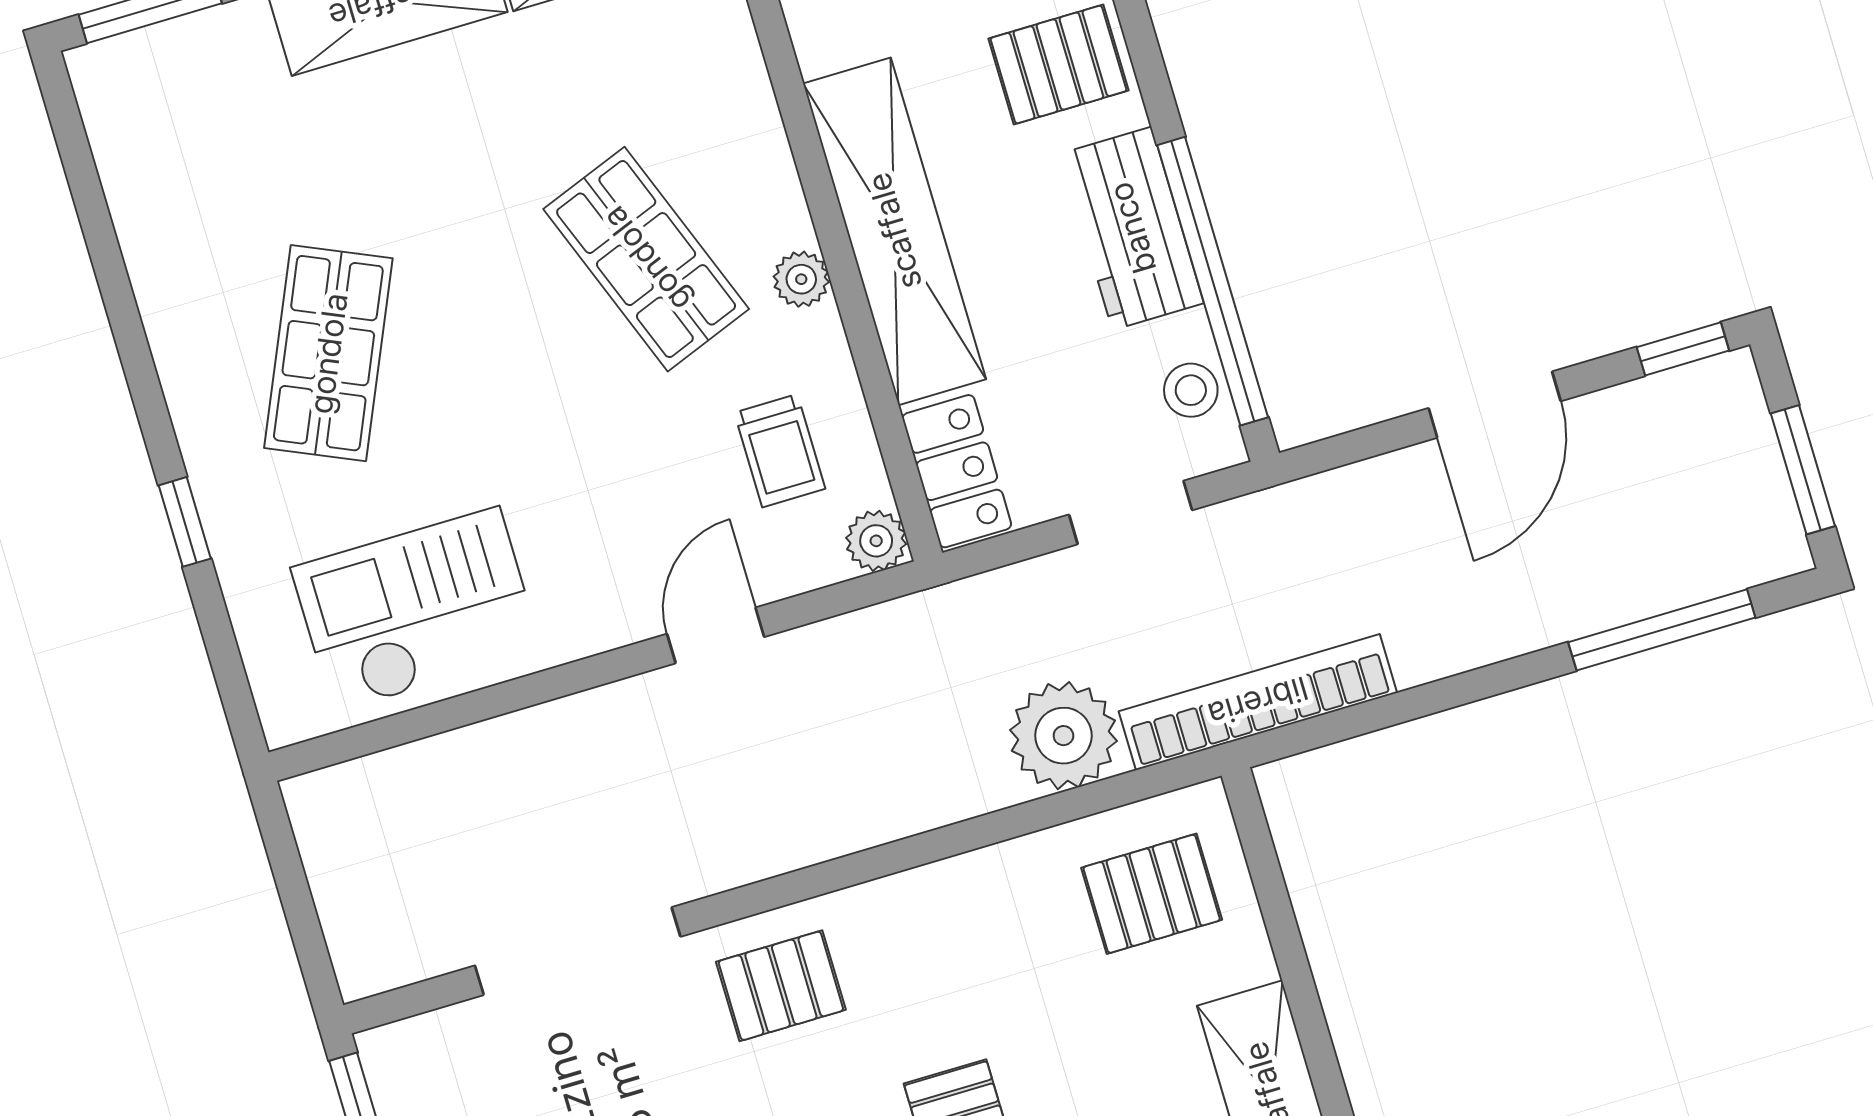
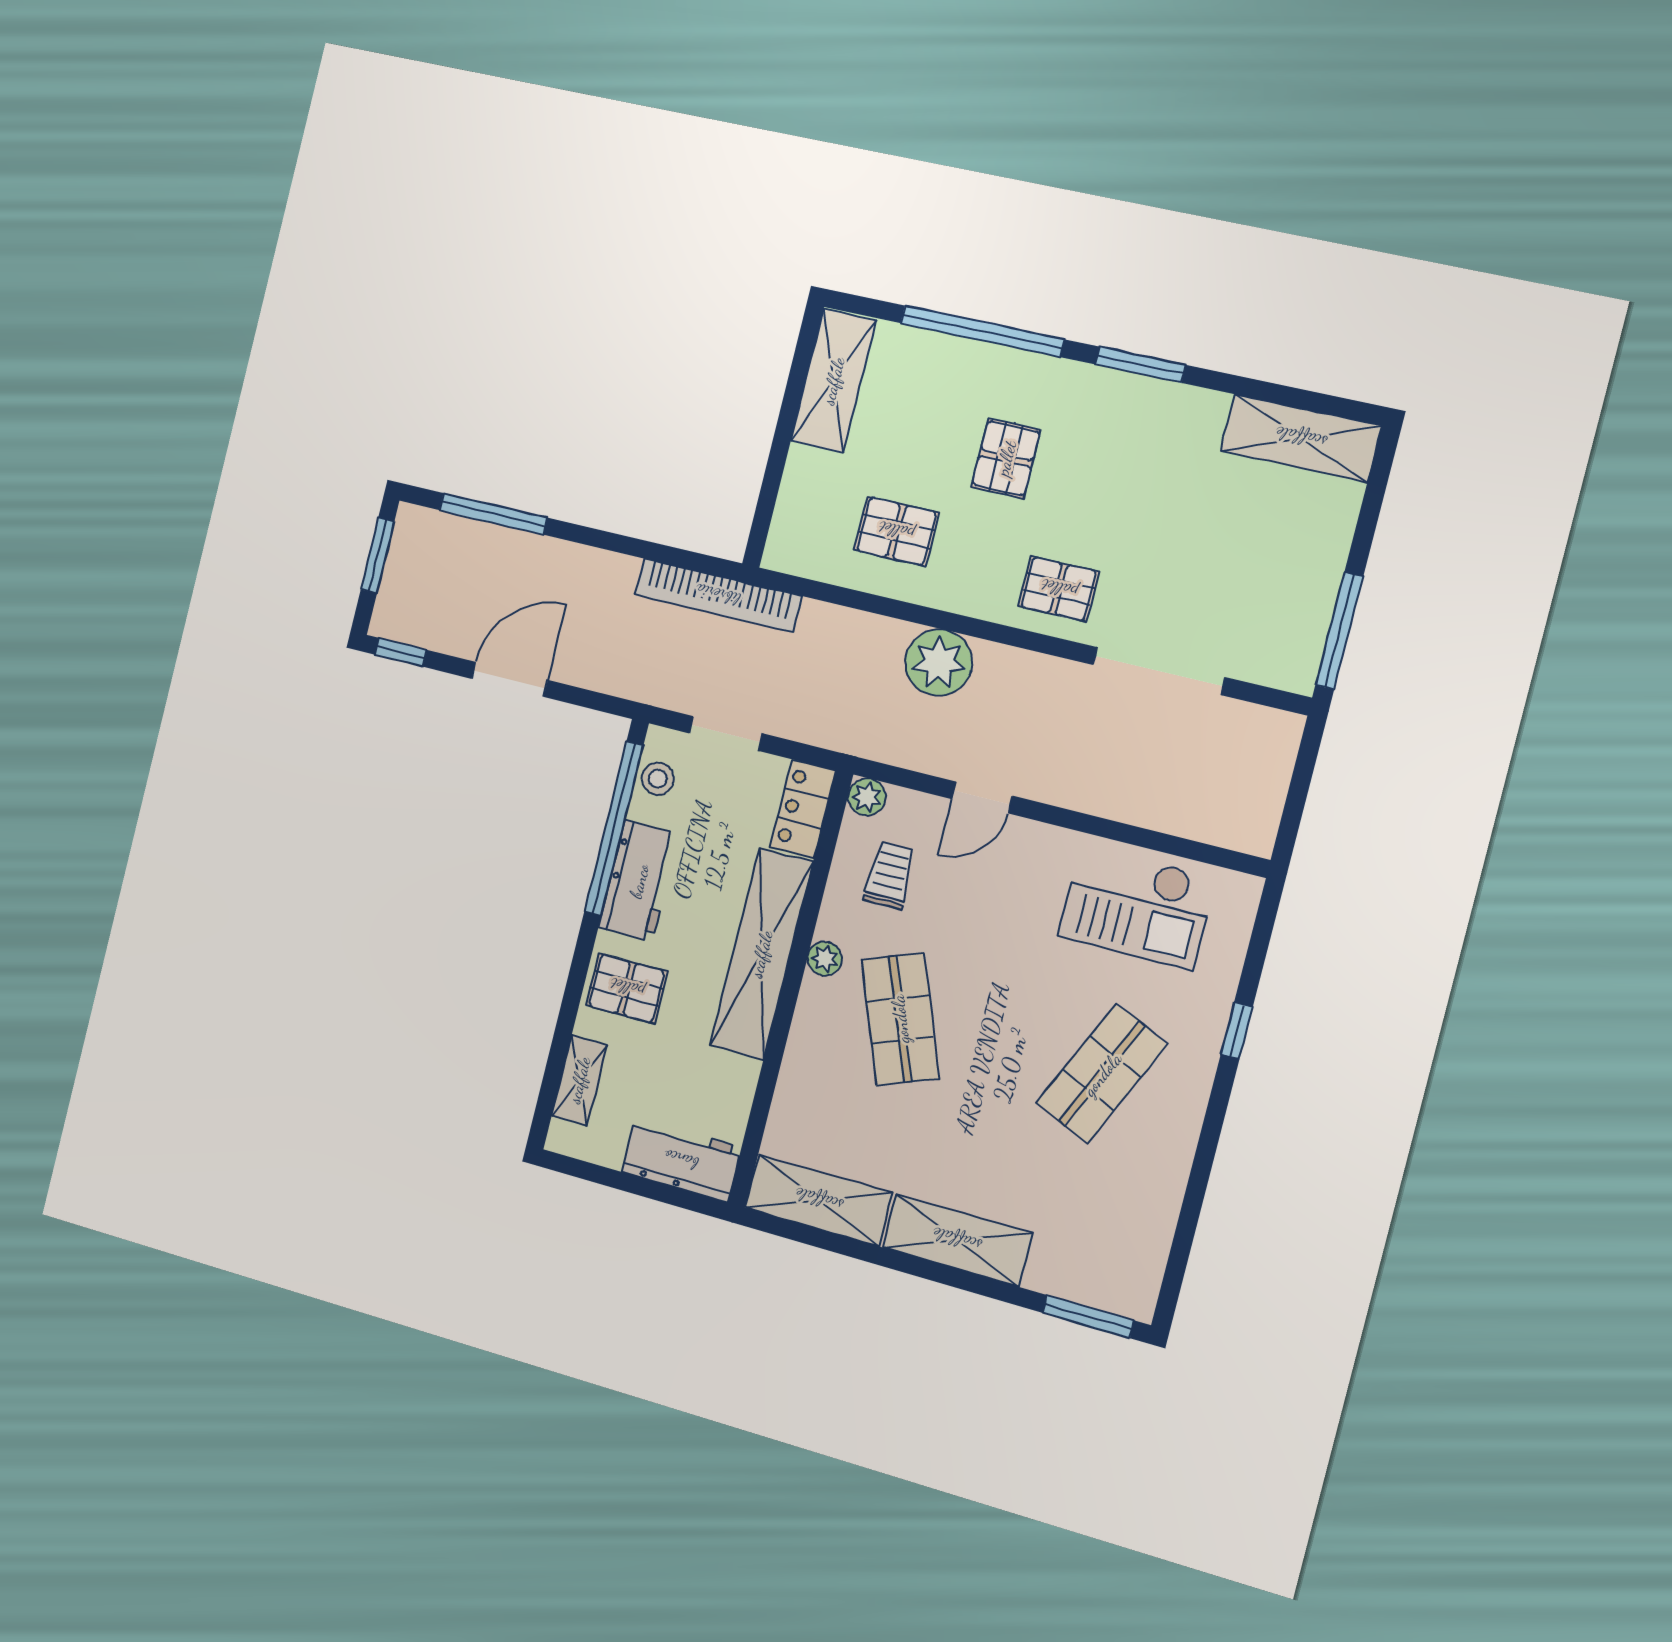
plant: (1063, 736) -> (939, 663), moved
pallet: (1152, 894) -> (896, 531), moved

